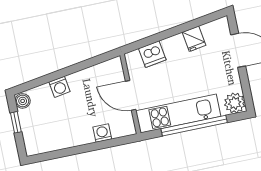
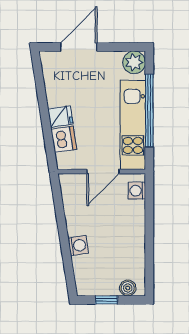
fridge: (194, 39) -> (60, 117), moved
boiler: (23, 101) -> (128, 288), moved
washing machine: (102, 133) -> (137, 191), moved

